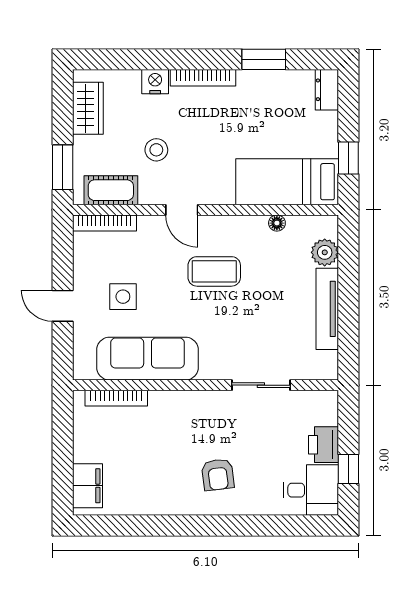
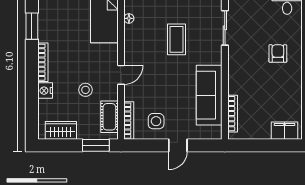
coffee table: (214, 271) -> (177, 39), moved
side table: (123, 297) -> (156, 121), moved
armchair: (218, 475) -> (278, 53), turned -83

